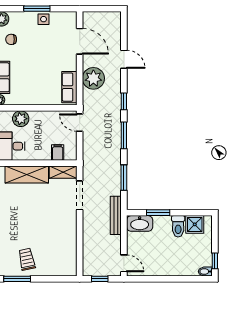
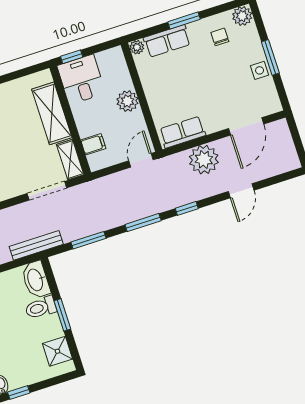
plant: (21, 119) -> (127, 101), moved
window: (158, 213) -> (62, 315), moved
toilet: (178, 226) -> (41, 308), moved

